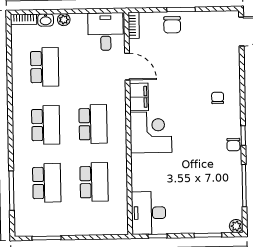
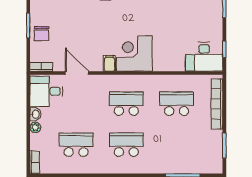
washbasin: (46, 20) -> (35, 114), moved
chair: (172, 25) -> (41, 34), turned 90
door: (127, 67) -> (77, 73), hinge flipped
filing cabinet: (139, 97) -> (109, 63), width x0.50
school desk: (47, 183) -> (177, 145), removed
bookcase: (94, 229) -> (217, 104), added

